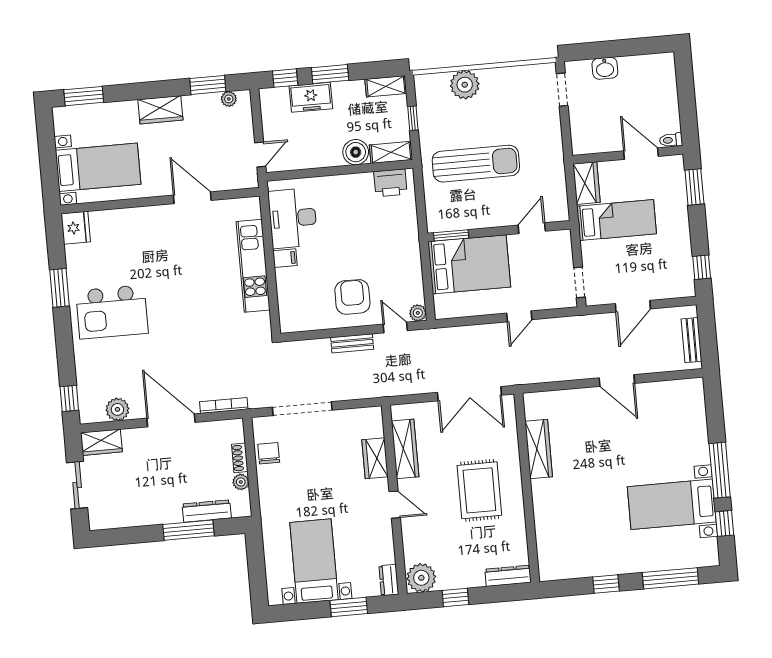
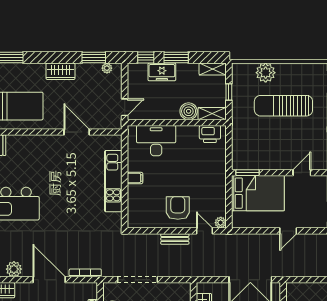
sun lounger: (476, 164) -> (283, 106), moved, turned 180
desk: (293, 218) -> (156, 141), moved, turned 90

